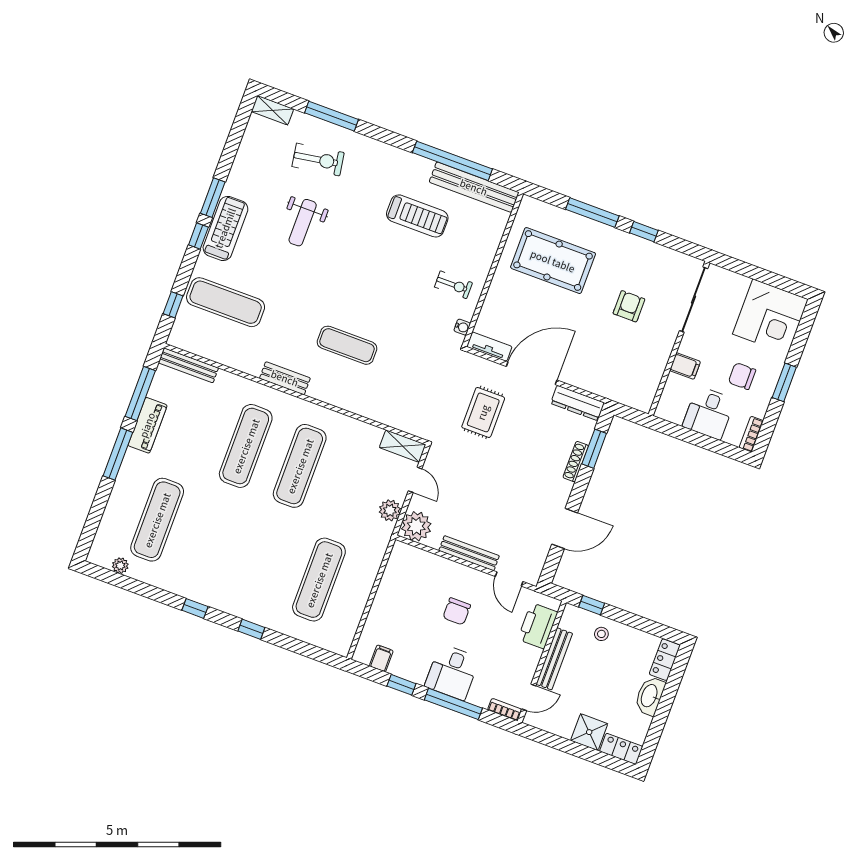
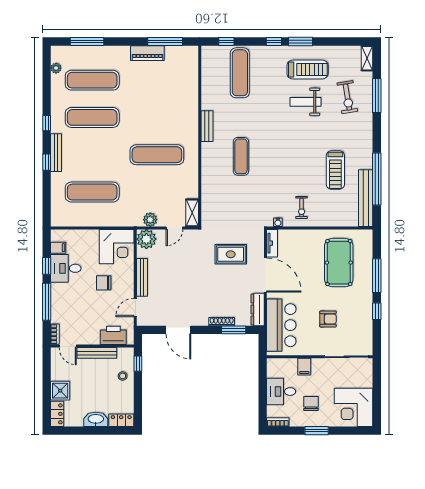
treadmill: (225, 228) -> (308, 70), moved
bench: (188, 365) -> (56, 153), moved
bar counter: (613, 377) -> (281, 325), added
exercise mat: (246, 446) -> (92, 117), moved
window: (118, 454) -> (87, 42), moved
corner desk: (411, 573) -> (117, 247), added
desk: (452, 672) -> (66, 268), moved

